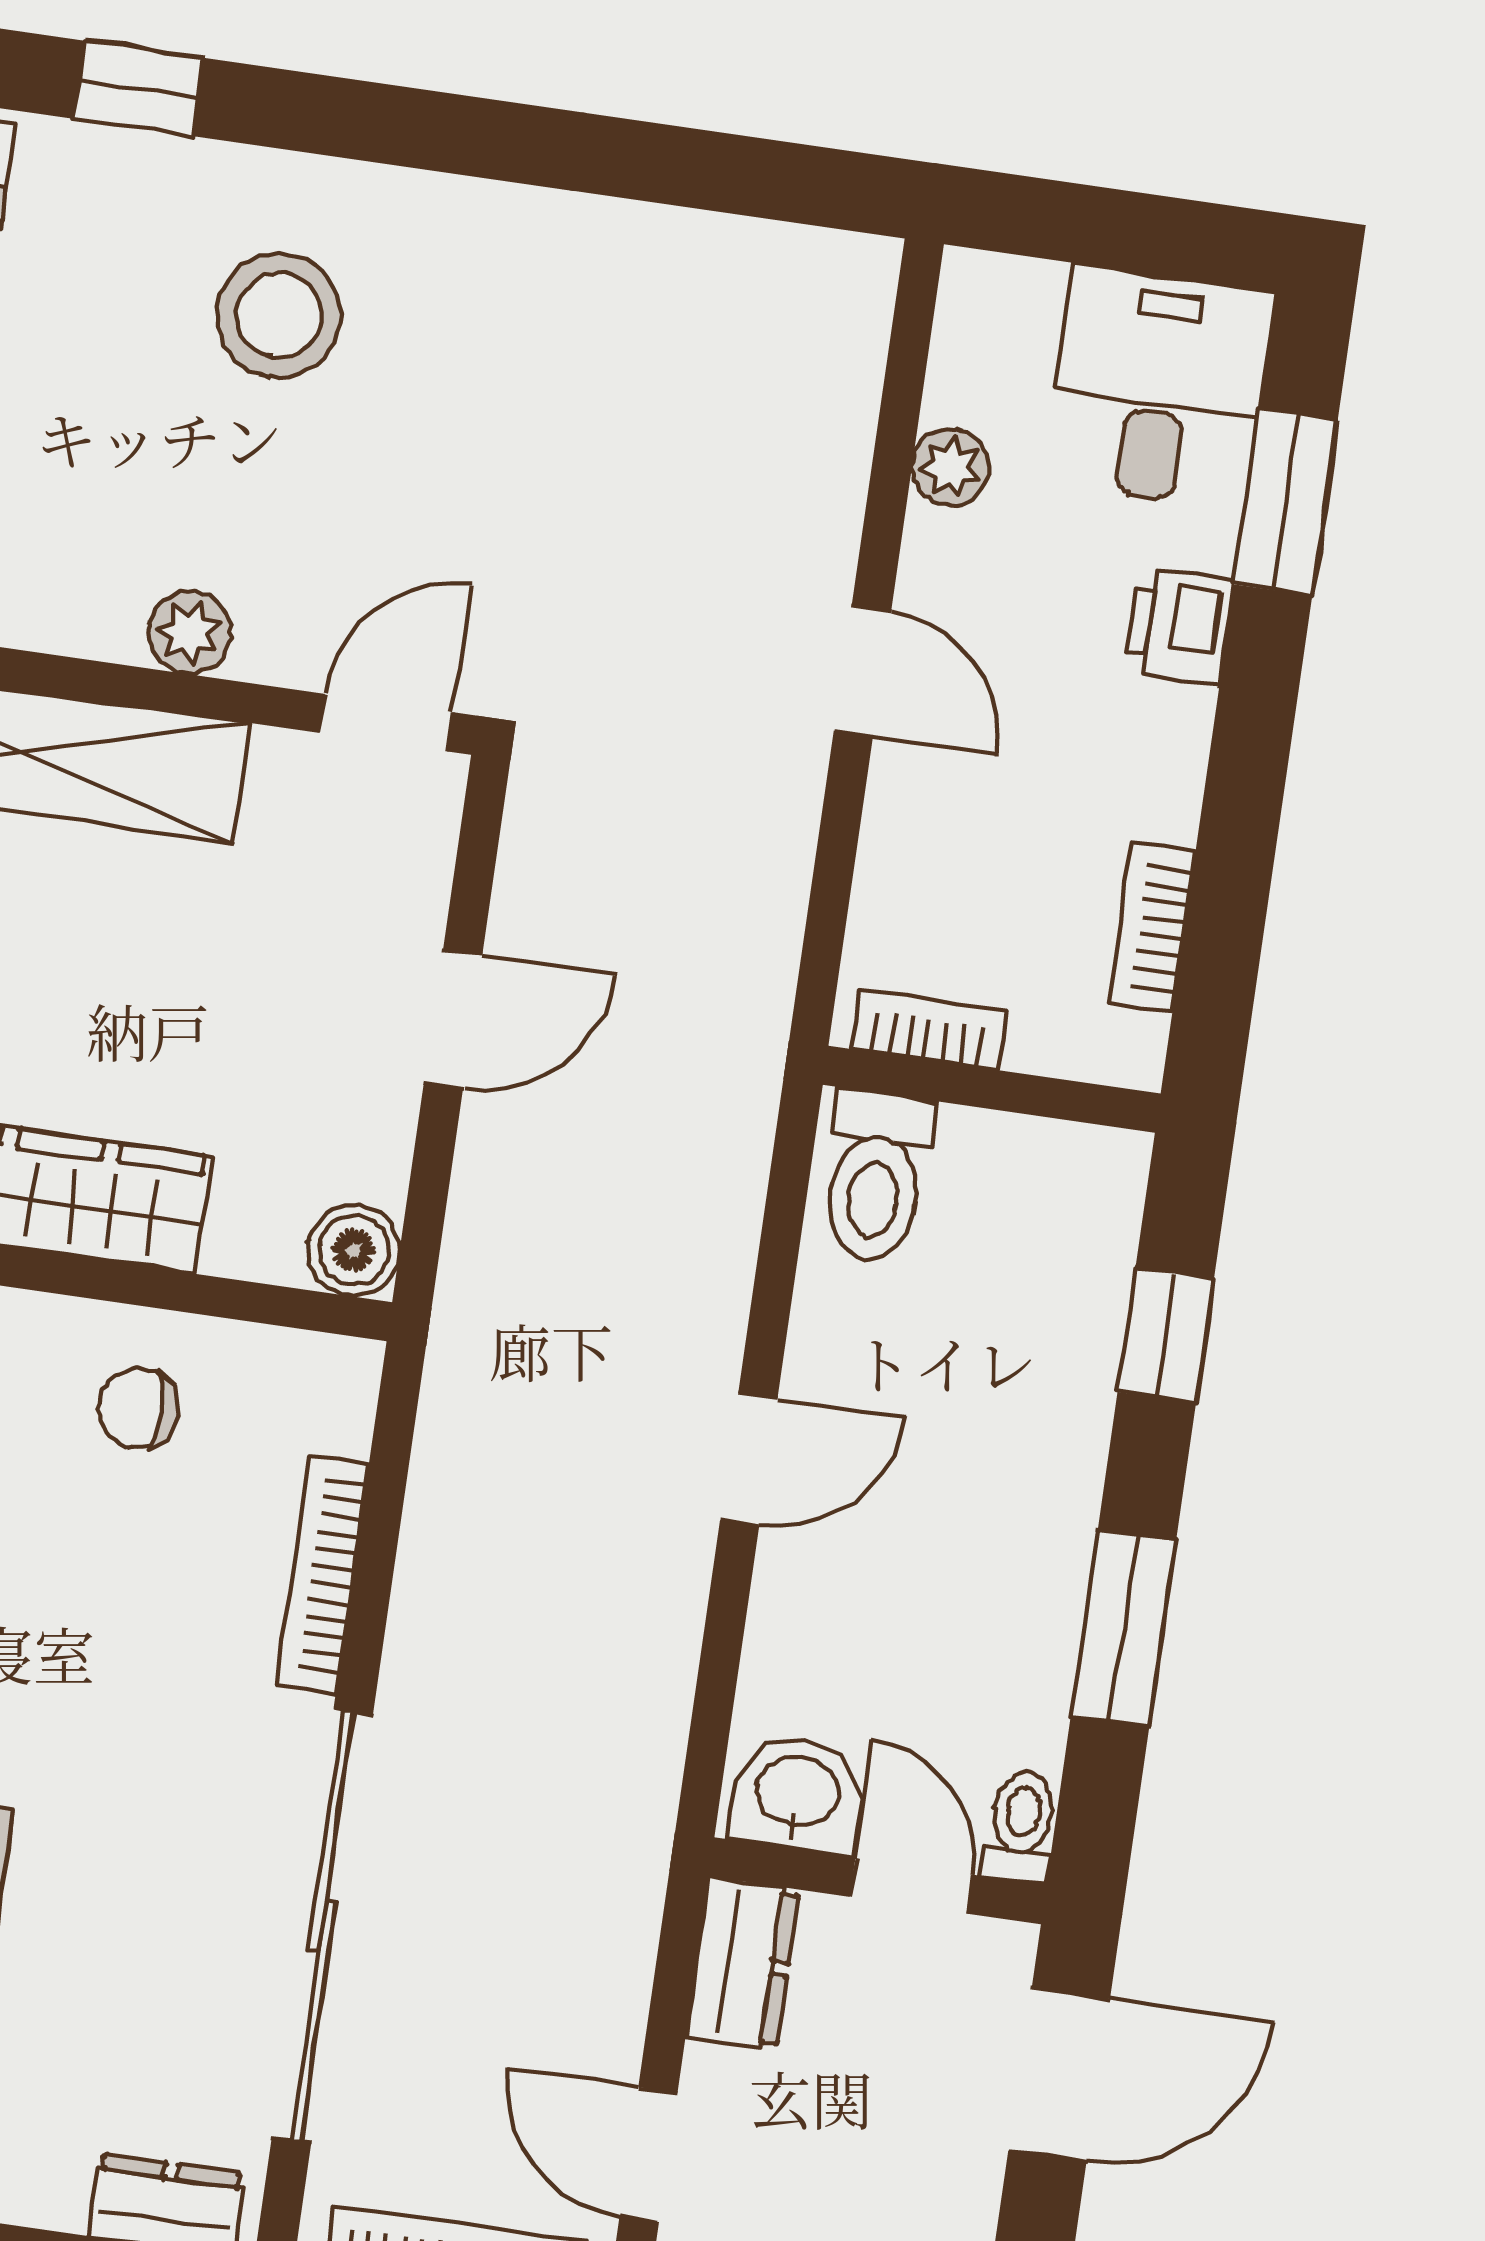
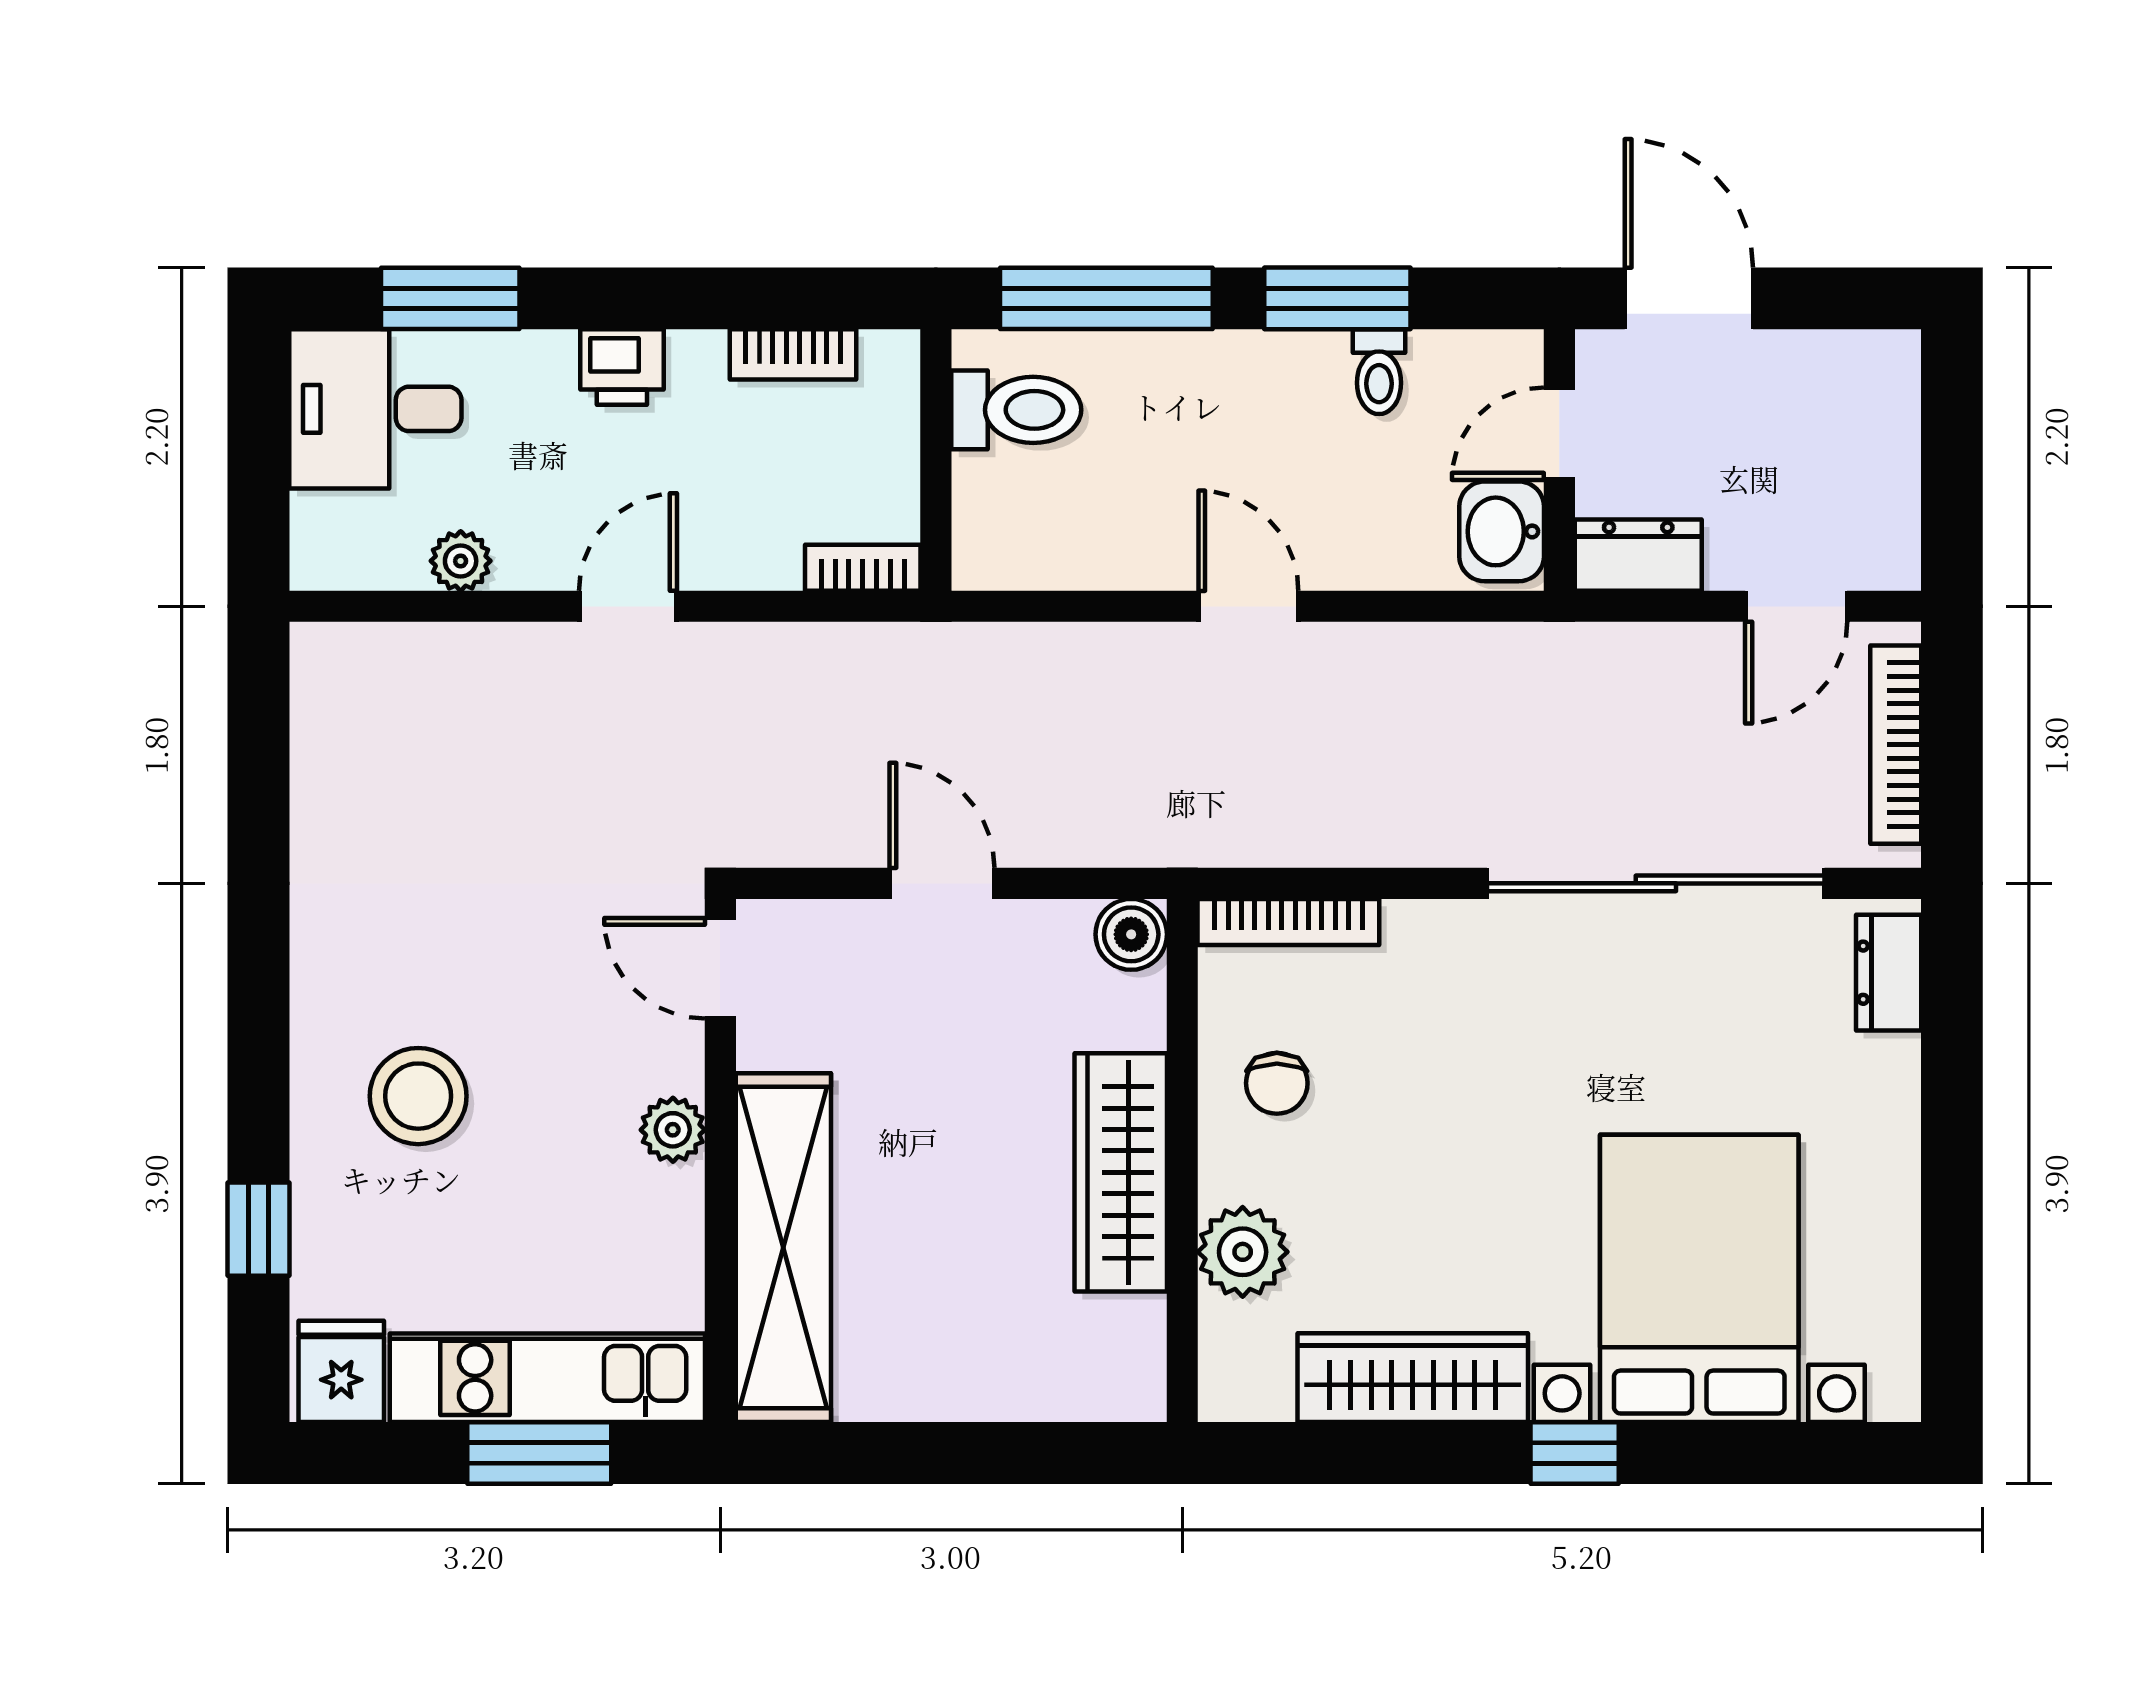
printer: (1179, 626) -> (622, 367), moved
bookcase: (929, 1030) -> (863, 568), moved, turned 90
toilet: (876, 1177) -> (1016, 410), moved
window: (1166, 1335) -> (1106, 298), width x2.17
bookcase: (323, 1575) -> (1288, 922), moved
toilet: (1021, 1826) -> (1379, 372), moved, turned -90

